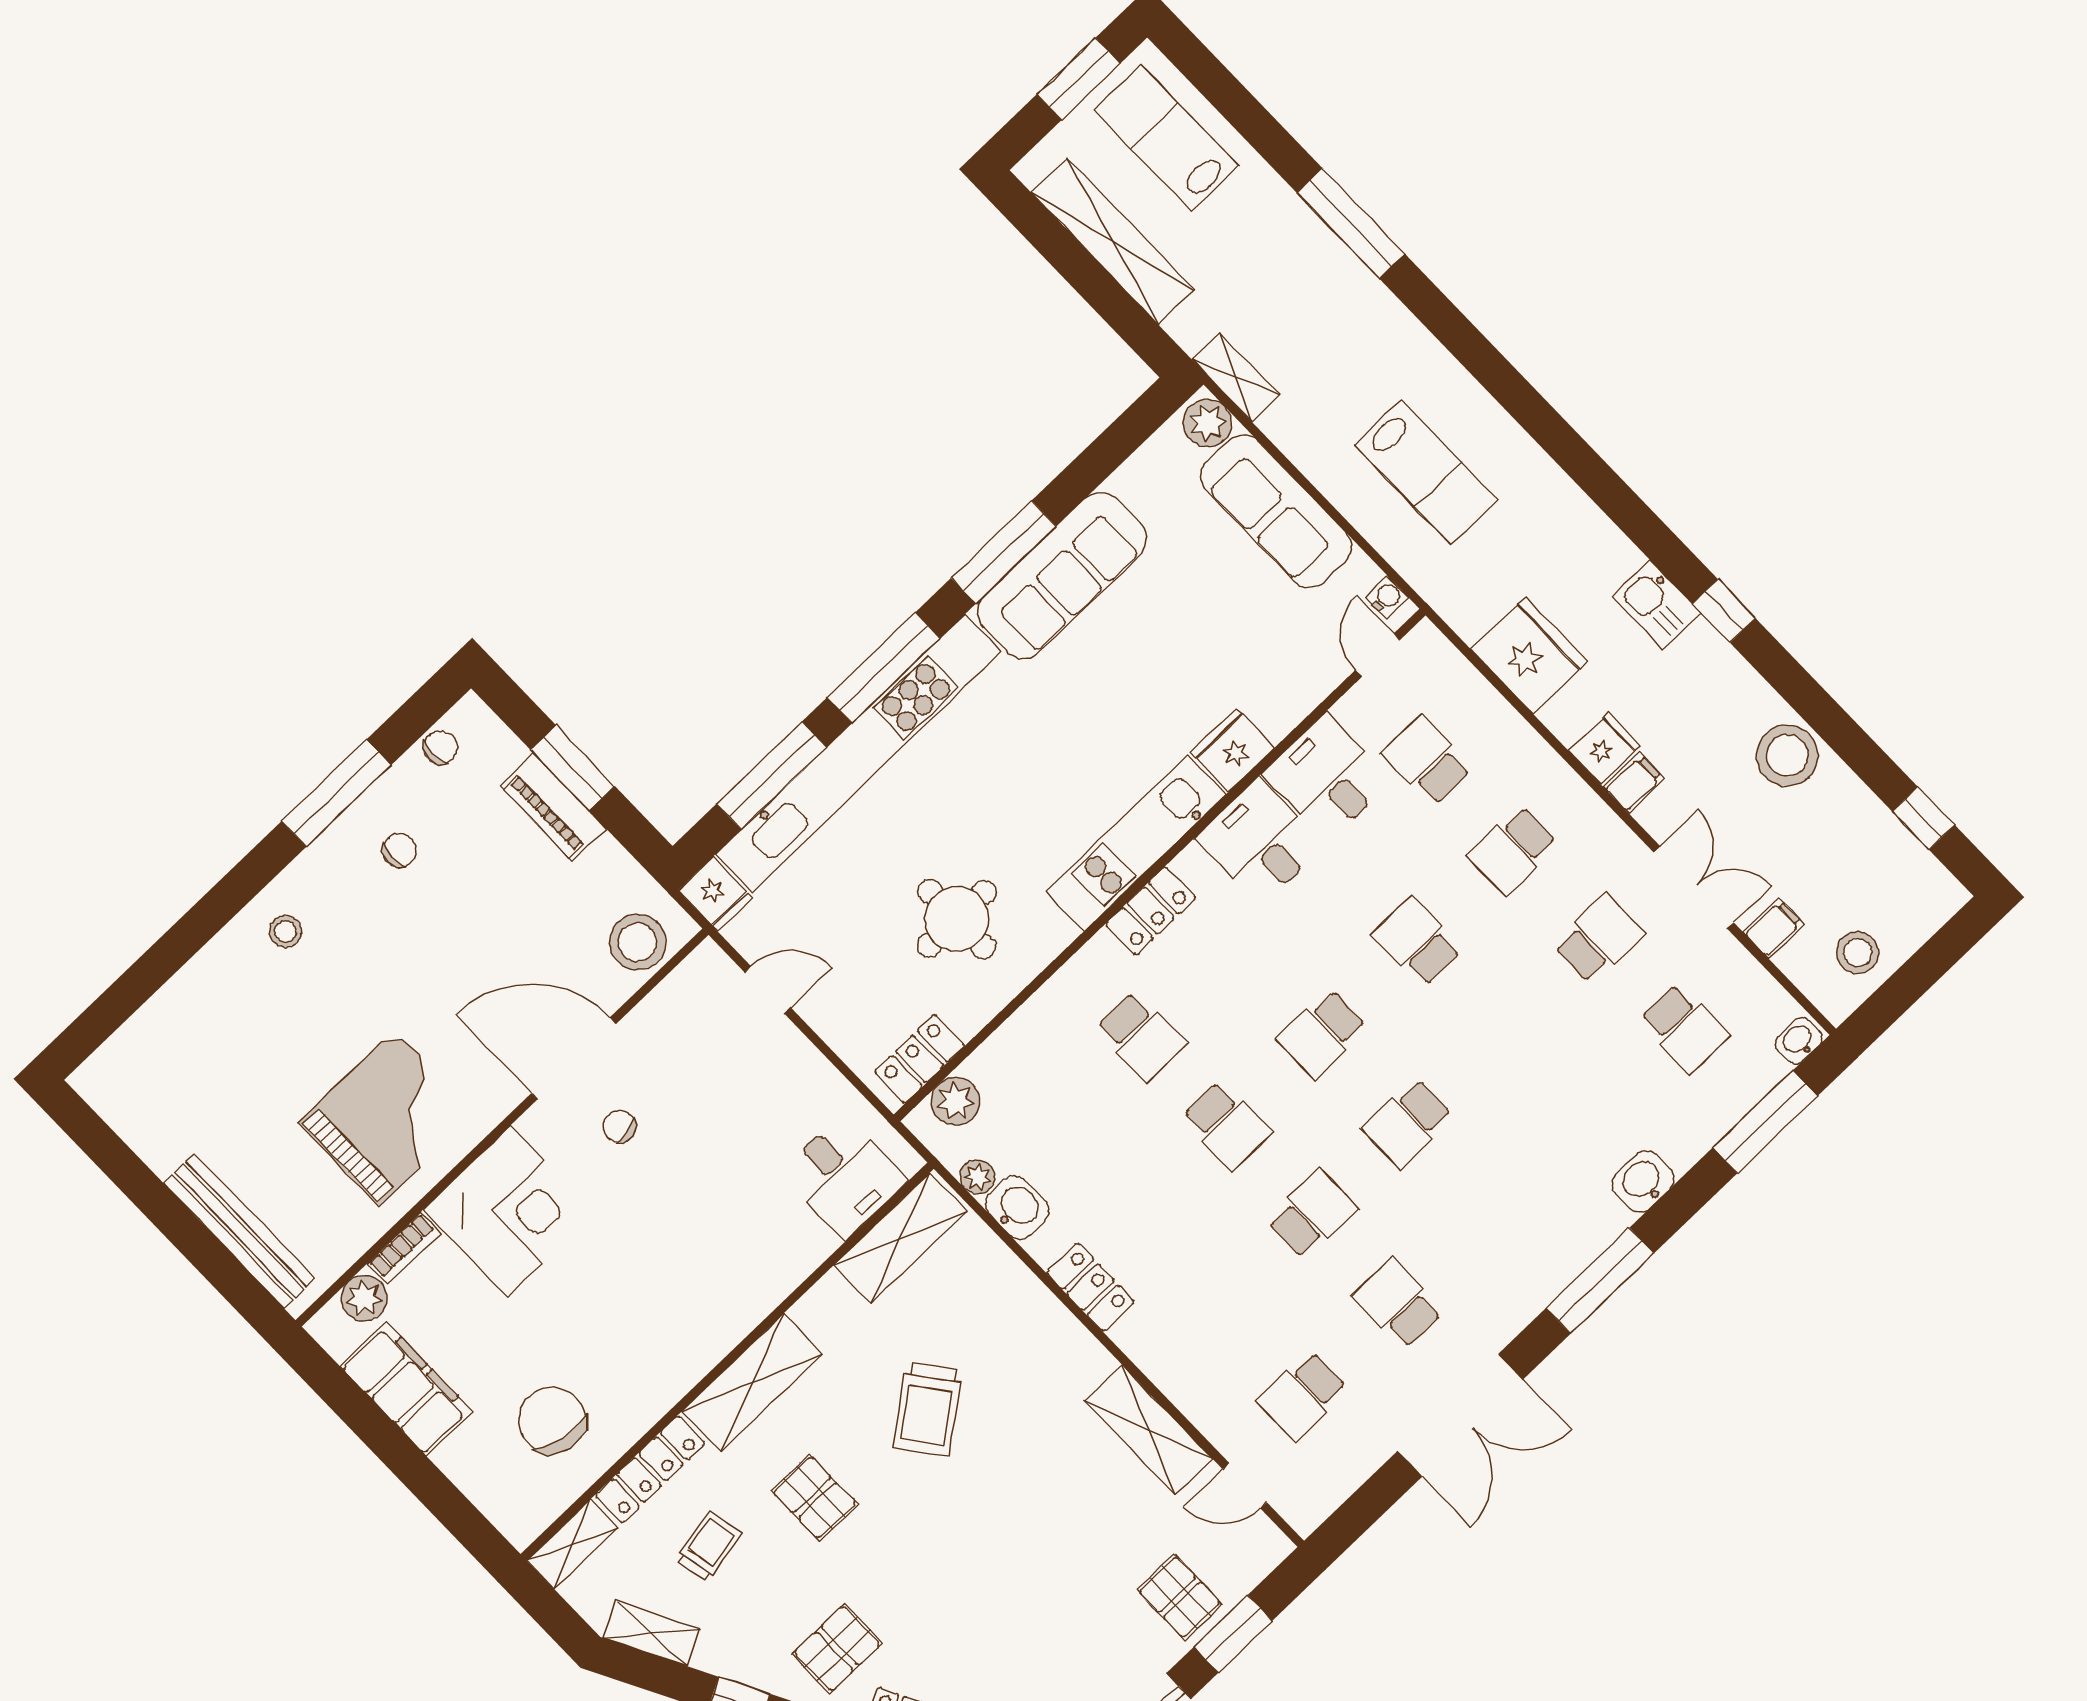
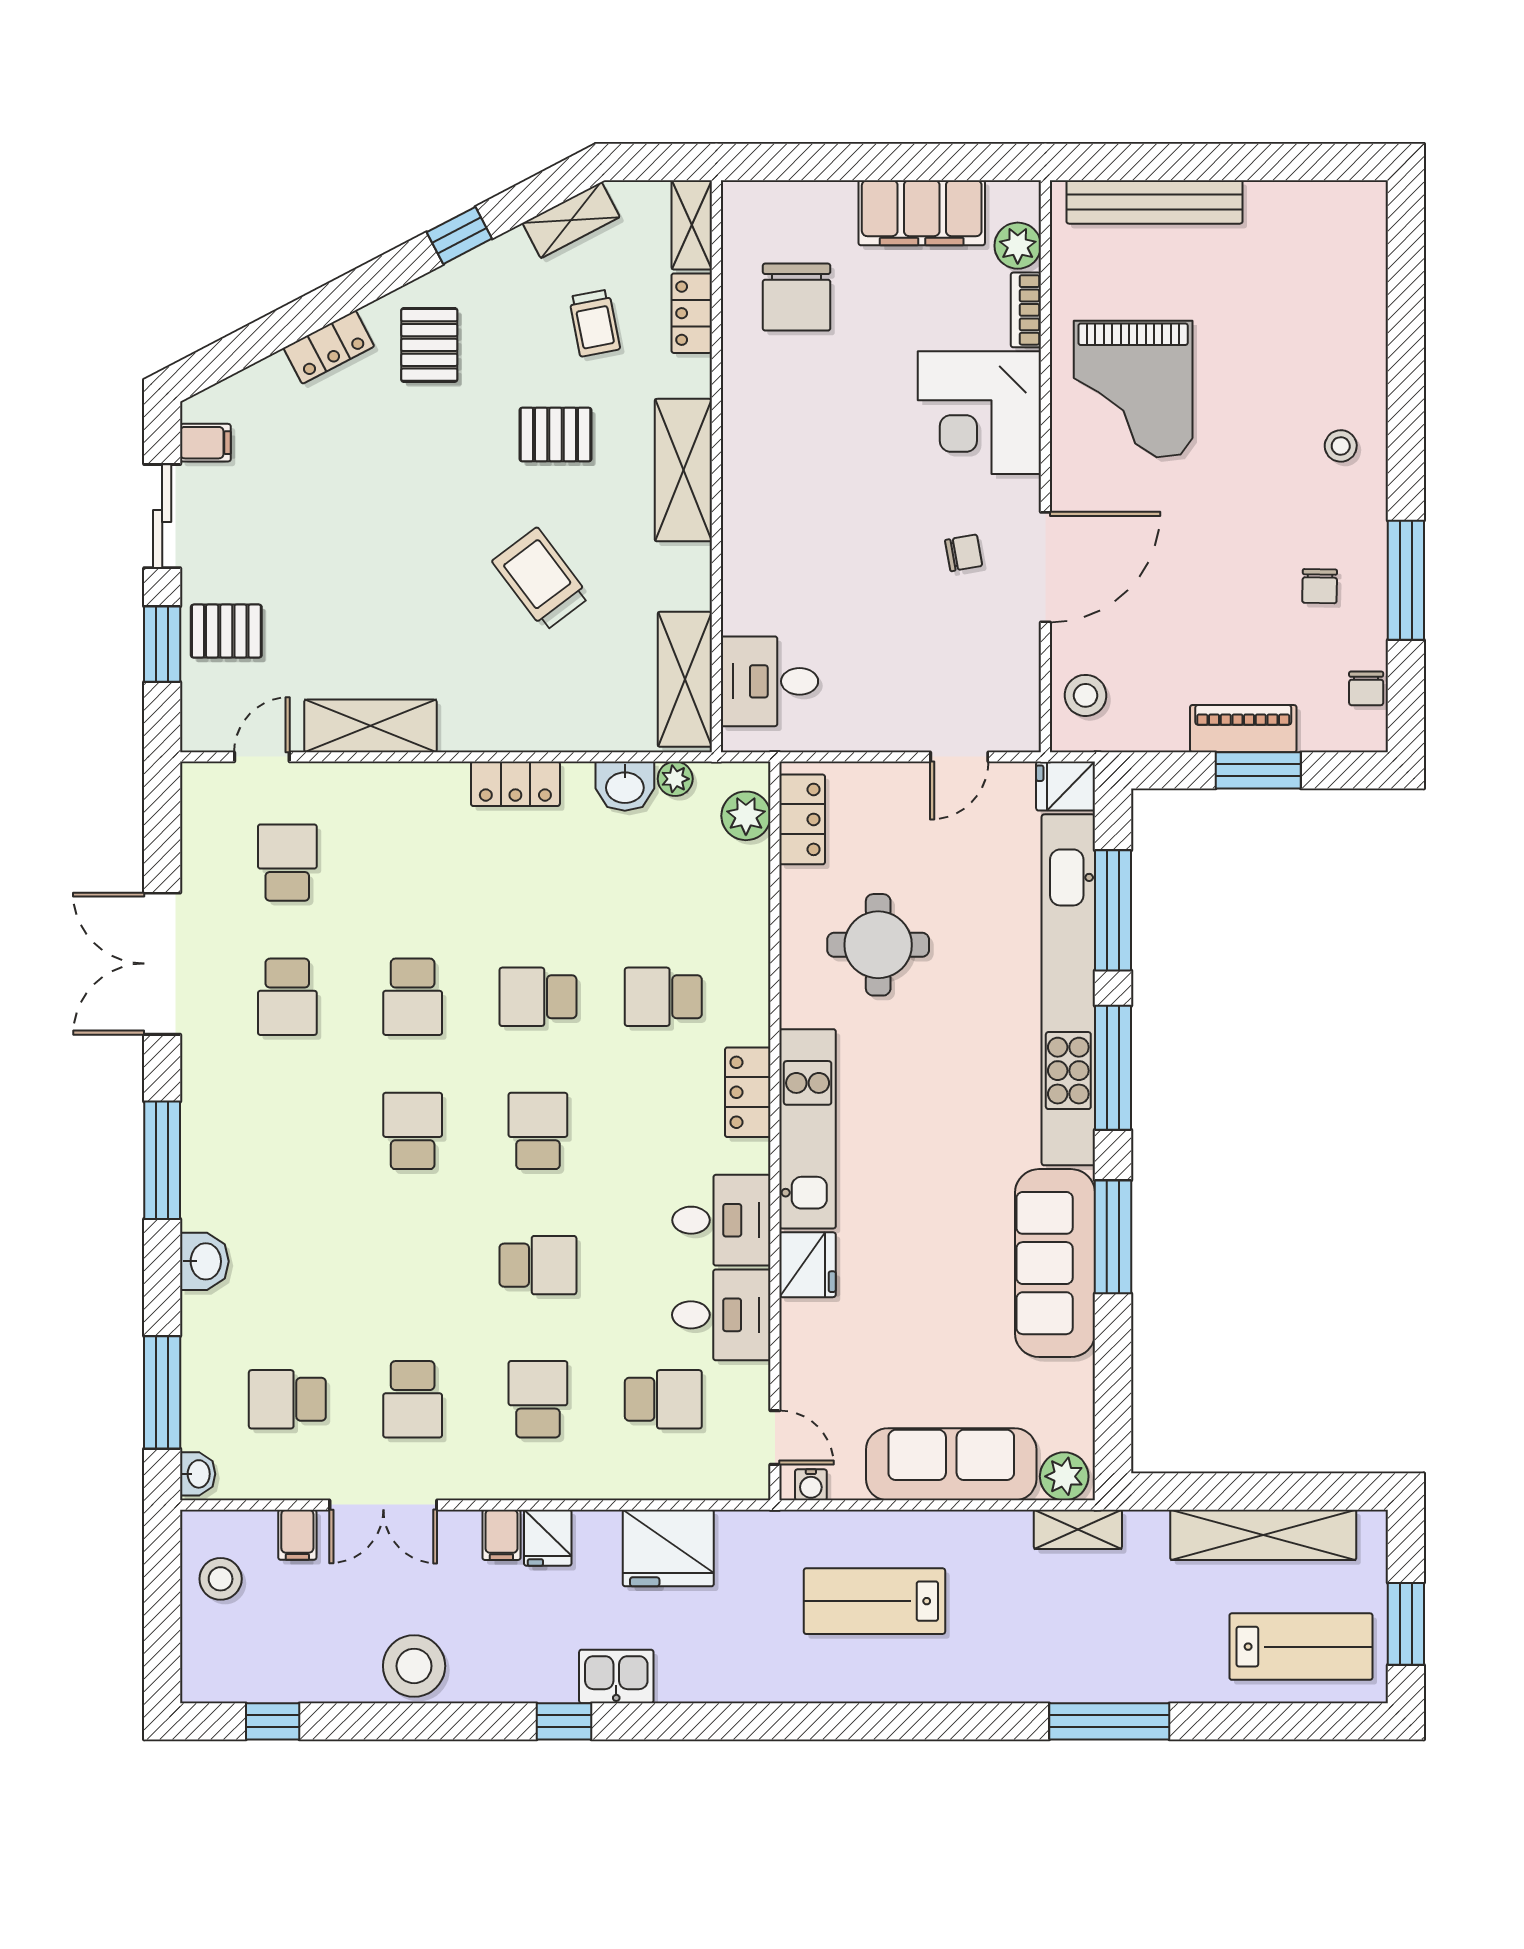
stool: (637, 942) -> (1086, 695), width x0.73, depth x0.73
school desk: (1398, 1304) -> (287, 997), turned 90
chair: (552, 1420) -> (797, 297), turned 79
locker: (650, 1469) -> (692, 313), width x0.66

